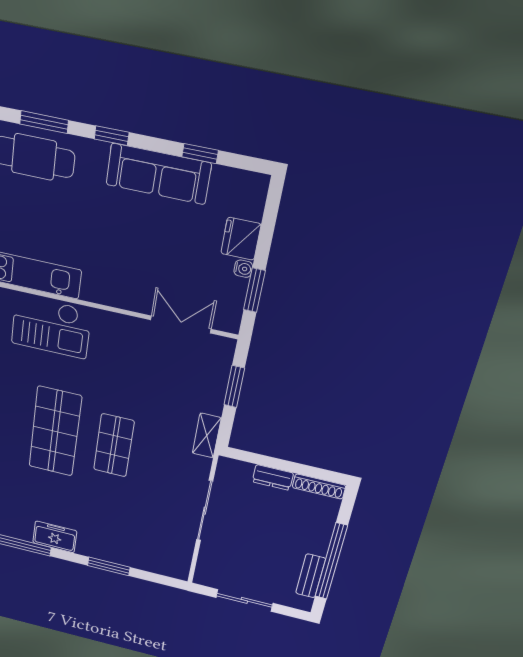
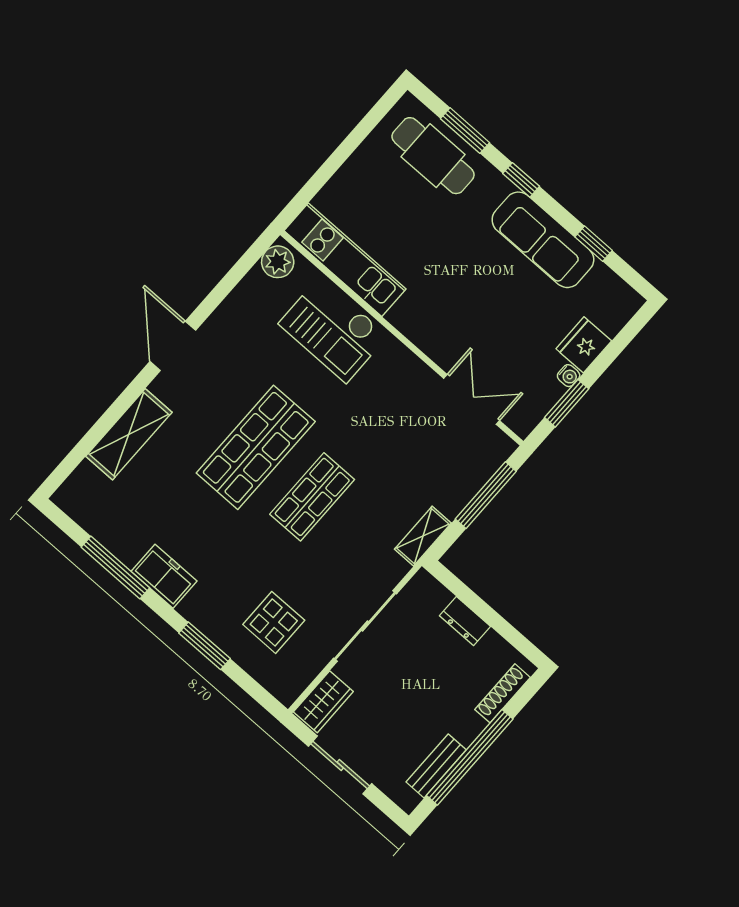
window: (234, 387) -> (486, 495), width x1.44
shoe rack: (319, 486) -> (503, 693), moved, turned 90
display table: (143, 534) -> (274, 622), added
wardrobe: (208, 568) -> (323, 702), added

